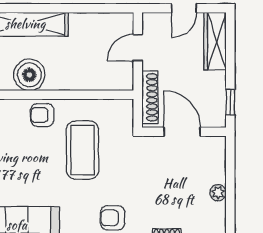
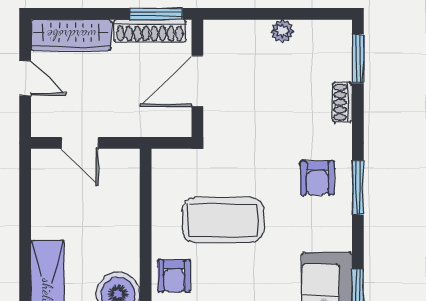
shoe rack: (150, 97) -> (150, 31), moved, turned 180
window: (230, 102) -> (156, 14), width x1.50

